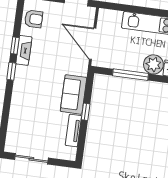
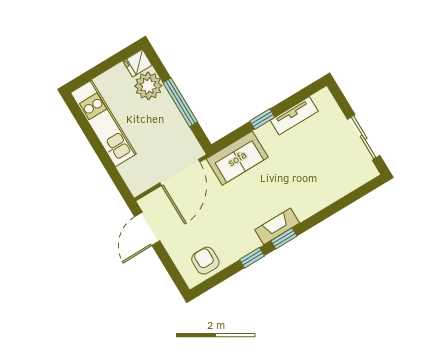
fireplace: (24, 50) -> (277, 226), moved
sofa: (74, 94) -> (237, 158), moved

